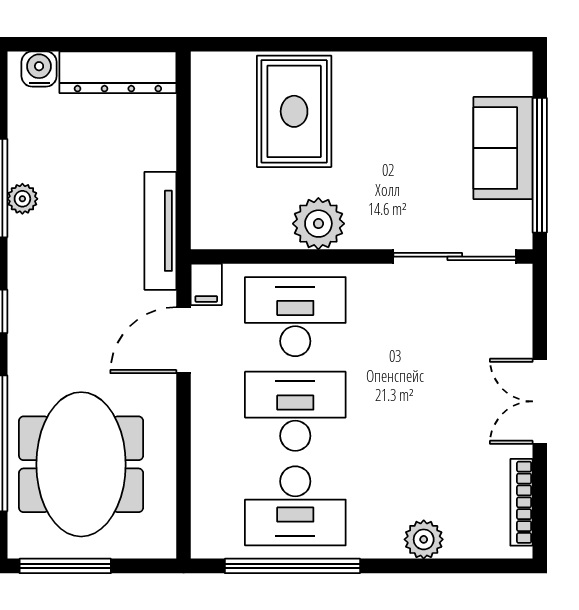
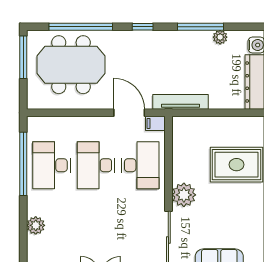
plant: (22, 199) -> (220, 37), moved
plant: (318, 224) -> (184, 195), moved
desk: (295, 411) -> (96, 165), turned 180

